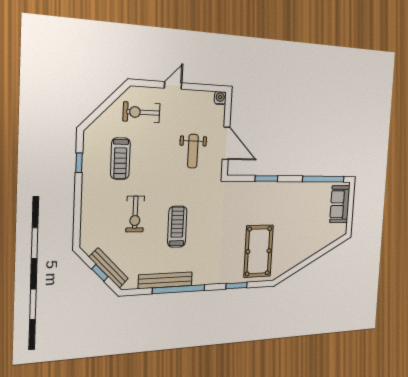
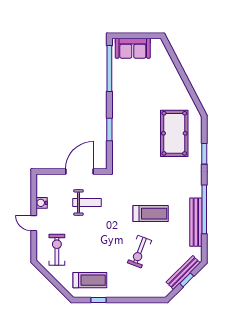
water cooler: (220, 98) -> (42, 203), moved
exercise bike: (141, 112) -> (57, 250), turned 180
treadmill: (120, 159) -> (90, 280), moved
exercise bike: (135, 214) -> (139, 252), turned 111
treadmill: (177, 227) -> (151, 214), turned 180
pool table: (258, 251) -> (174, 133), turned 90

